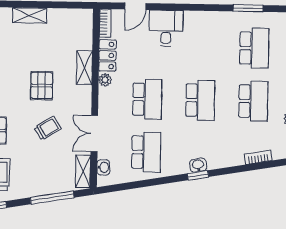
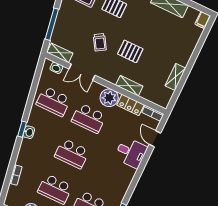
shelving: (30, 15) -> (175, 77), moved
plant: (105, 80) -> (109, 98), width x1.88, depth x1.88
double door: (94, 134) -> (82, 72), swing flipped

